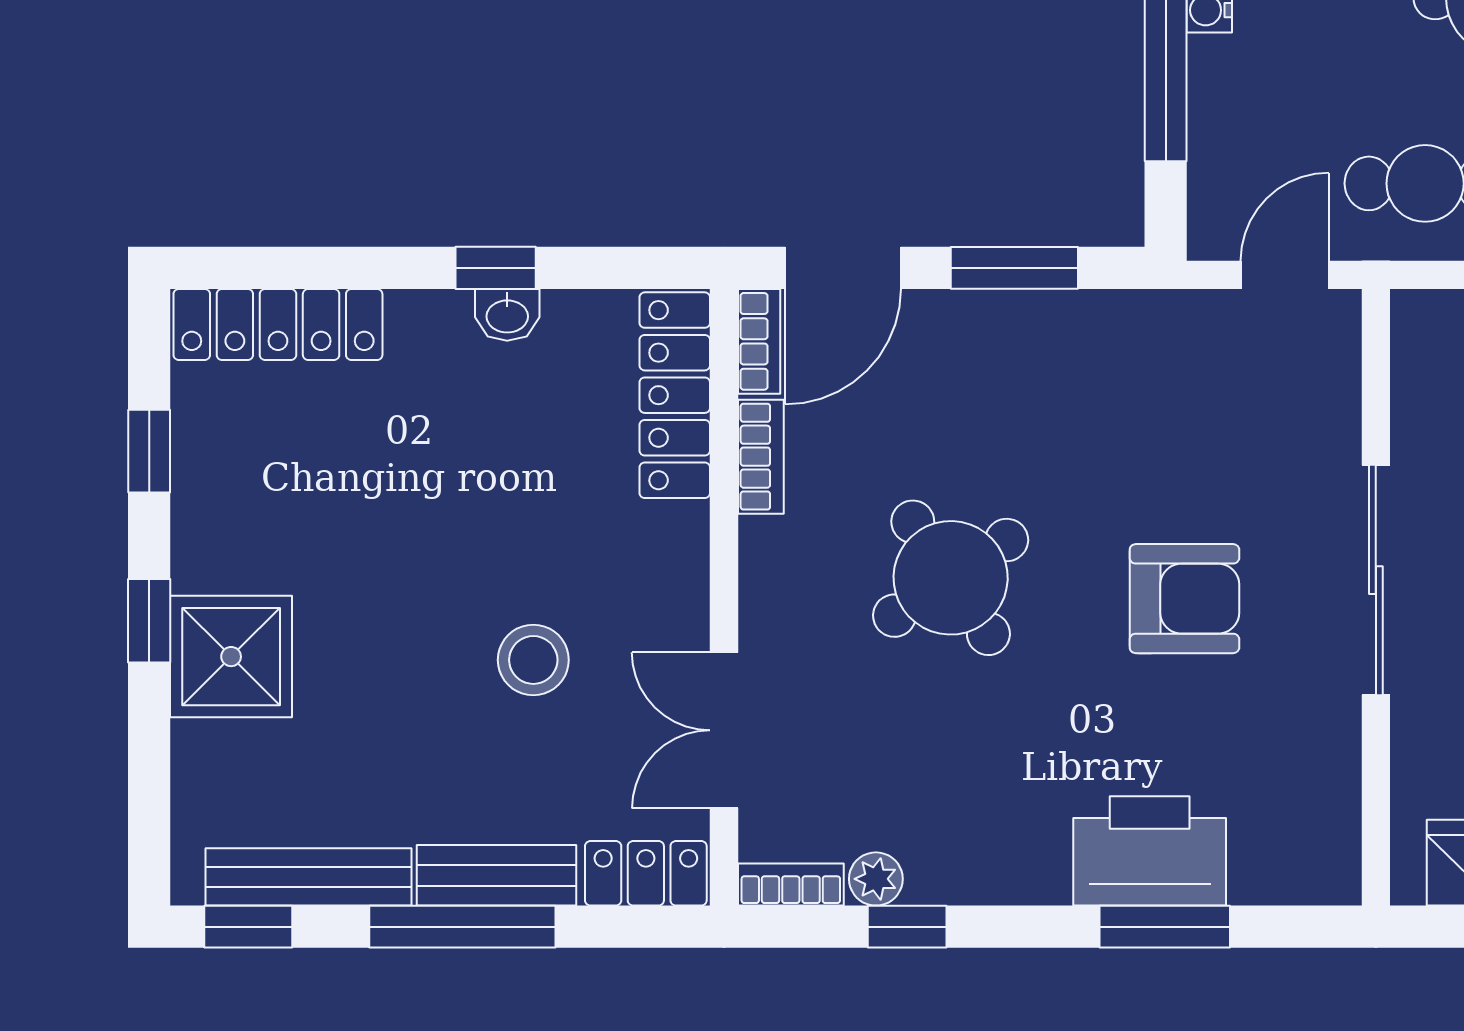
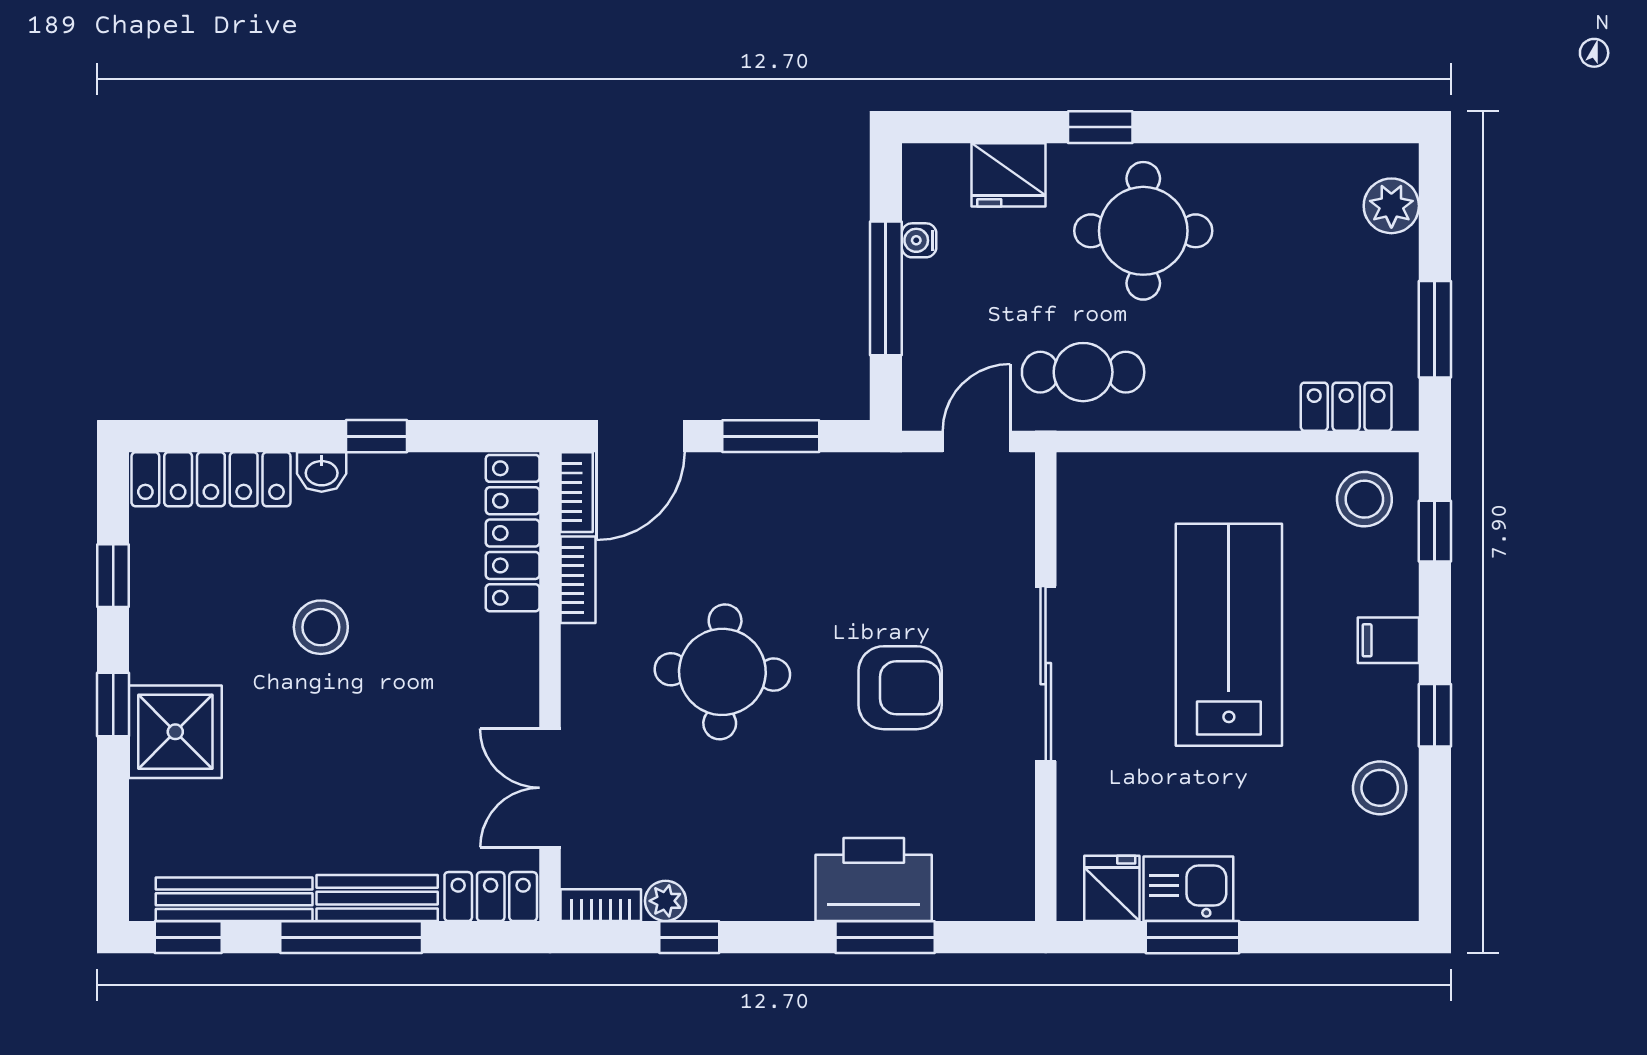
washbasin: (507, 315) -> (322, 472), moved
round table: (951, 578) -> (722, 672), turned 37
stool: (533, 660) -> (321, 627), moved

